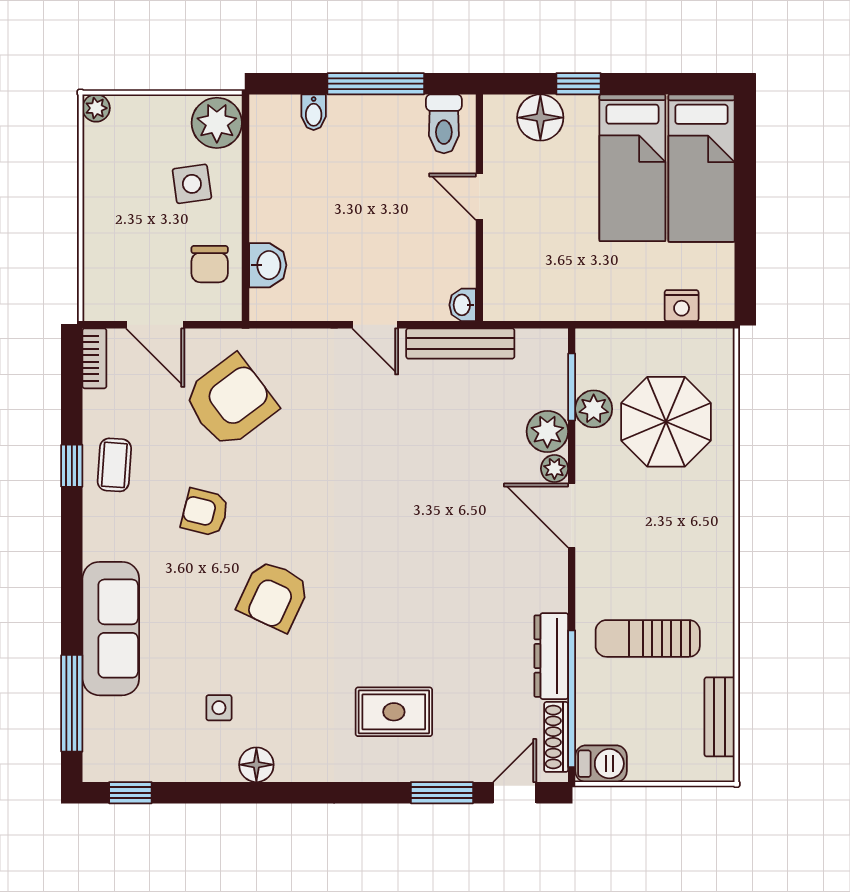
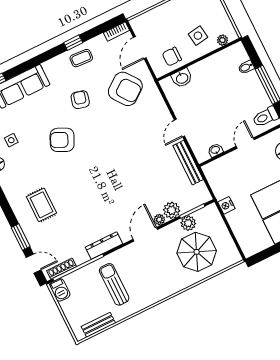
plant: (217, 123) -> (223, 40), width x0.53, depth x0.53
washbasin: (463, 305) -> (215, 150), moved
nightstand: (682, 306) -> (226, 205), moved
dresser: (551, 656) -> (104, 245), moved

